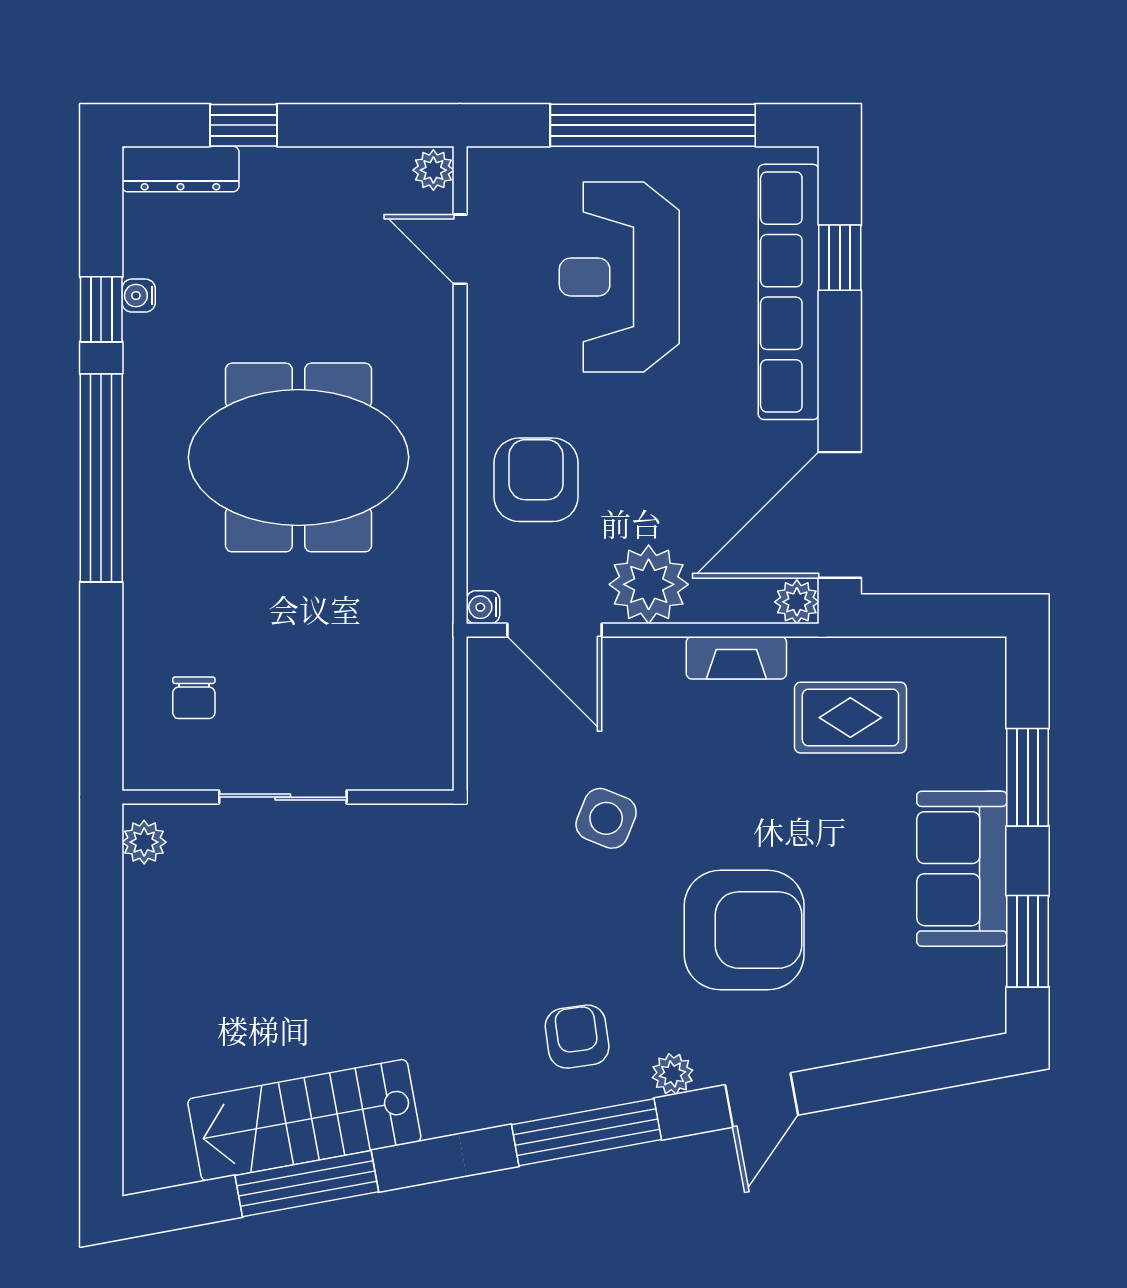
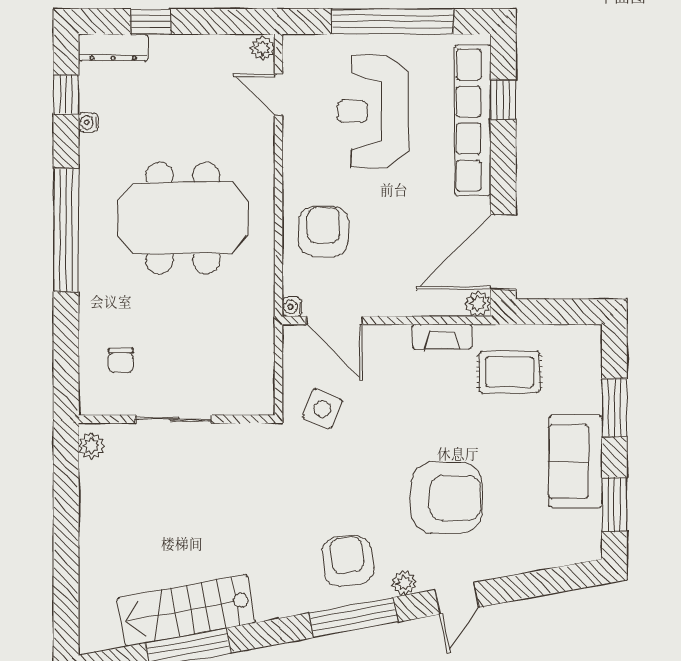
window: (101, 309) -> (66, 95), moved
plant: (649, 584) -> (390, 293), removed
side table: (606, 818) -> (322, 409), moved
armchair: (577, 1037) -> (348, 561), width x1.38, depth x1.38

